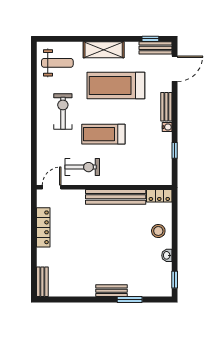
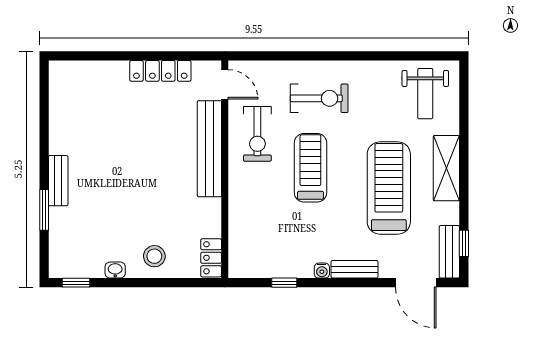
exercise bike: (63, 111) -> (319, 98), moved
bench: (116, 197) -> (209, 149), moved
bench: (42, 282) -> (73, 69), removed

